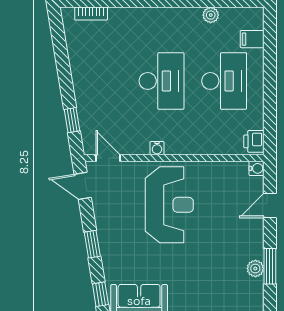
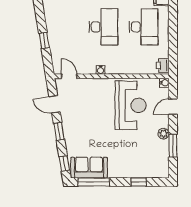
window: (72, 120) -> (44, 40), moved
door: (83, 186) -> (55, 104), moved
reception desk: (169, 205) -> (131, 105), moved
plant: (255, 268) -> (164, 134), moved

